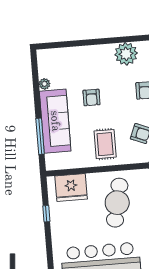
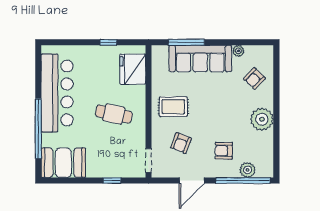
plant: (126, 54) -> (262, 119), moved
armchair: (92, 97) -> (254, 79), moved, turned -46
cafe table: (117, 203) -> (114, 114), width x0.73, depth x0.74

